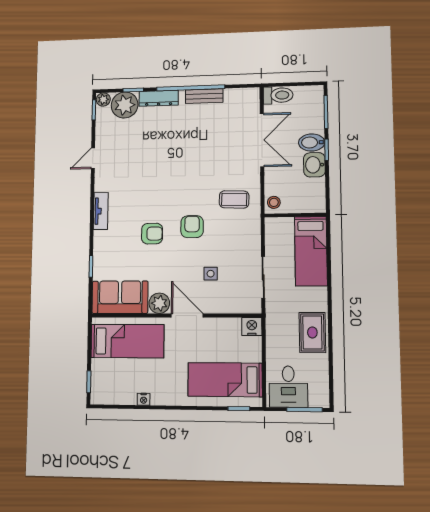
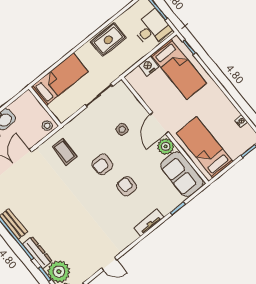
tv unit: (101, 211) -> (149, 222), moved
nightstand: (252, 327) -> (148, 66), moved, turned 90
nightstand: (144, 399) -> (241, 121), moved

